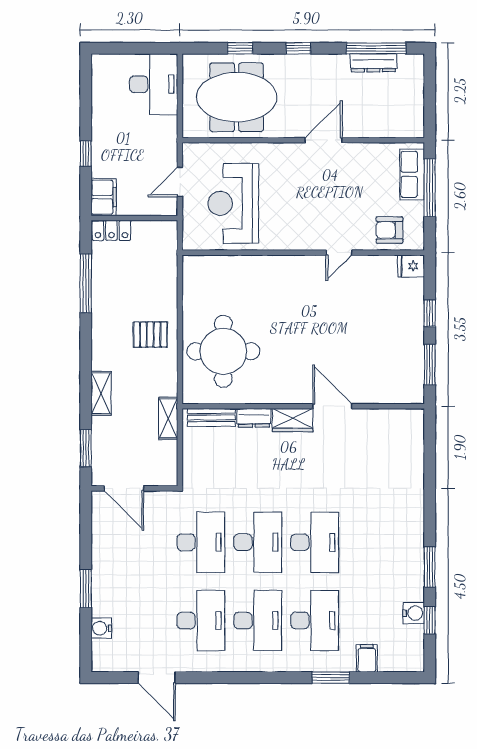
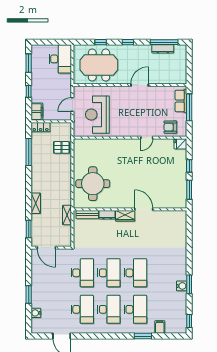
window: (86, 93) -> (29, 63), added
pallet: (150, 335) -> (62, 147), moved
water cooler: (414, 613) -> (182, 286), moved
window: (430, 620) -> (189, 321), moved

